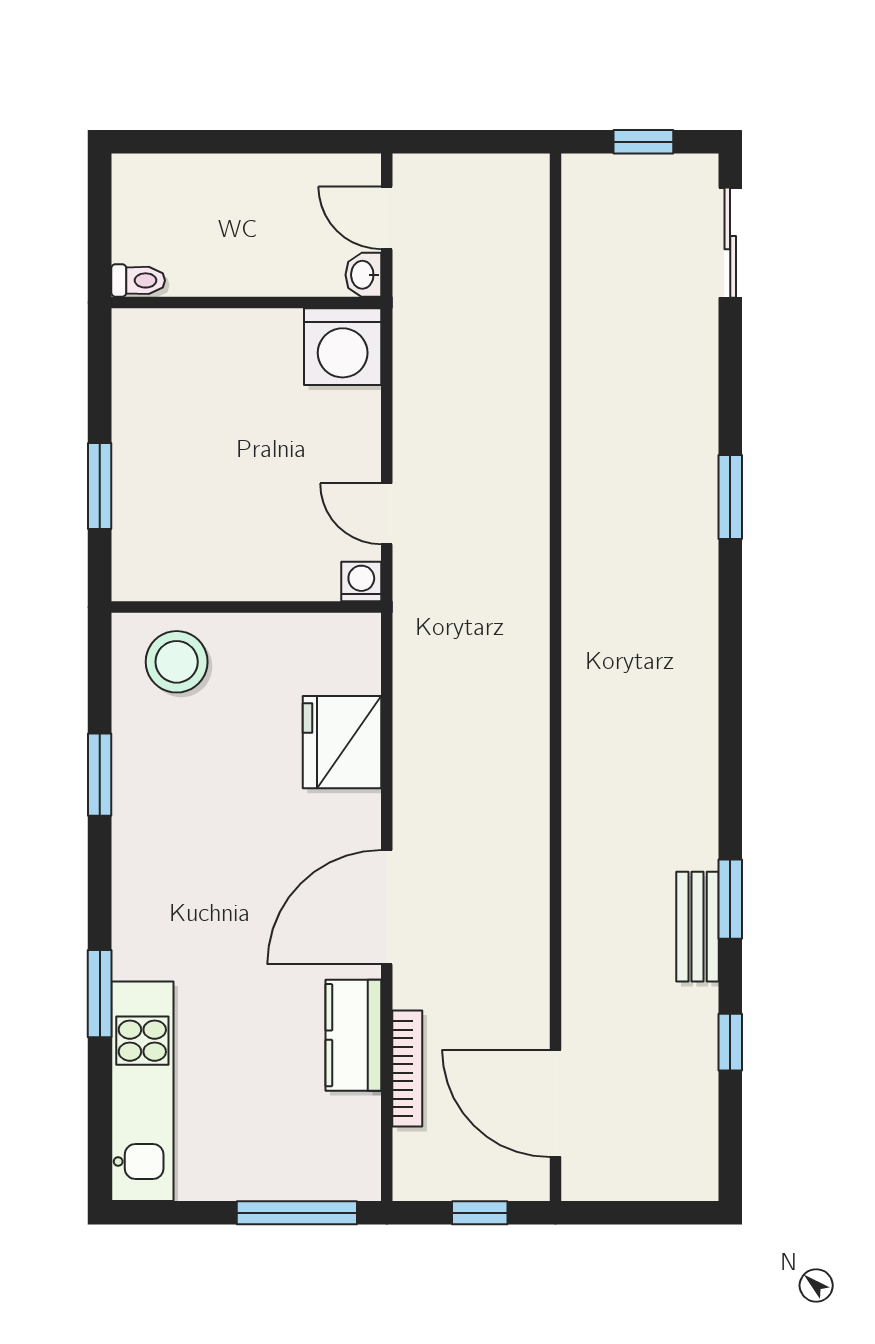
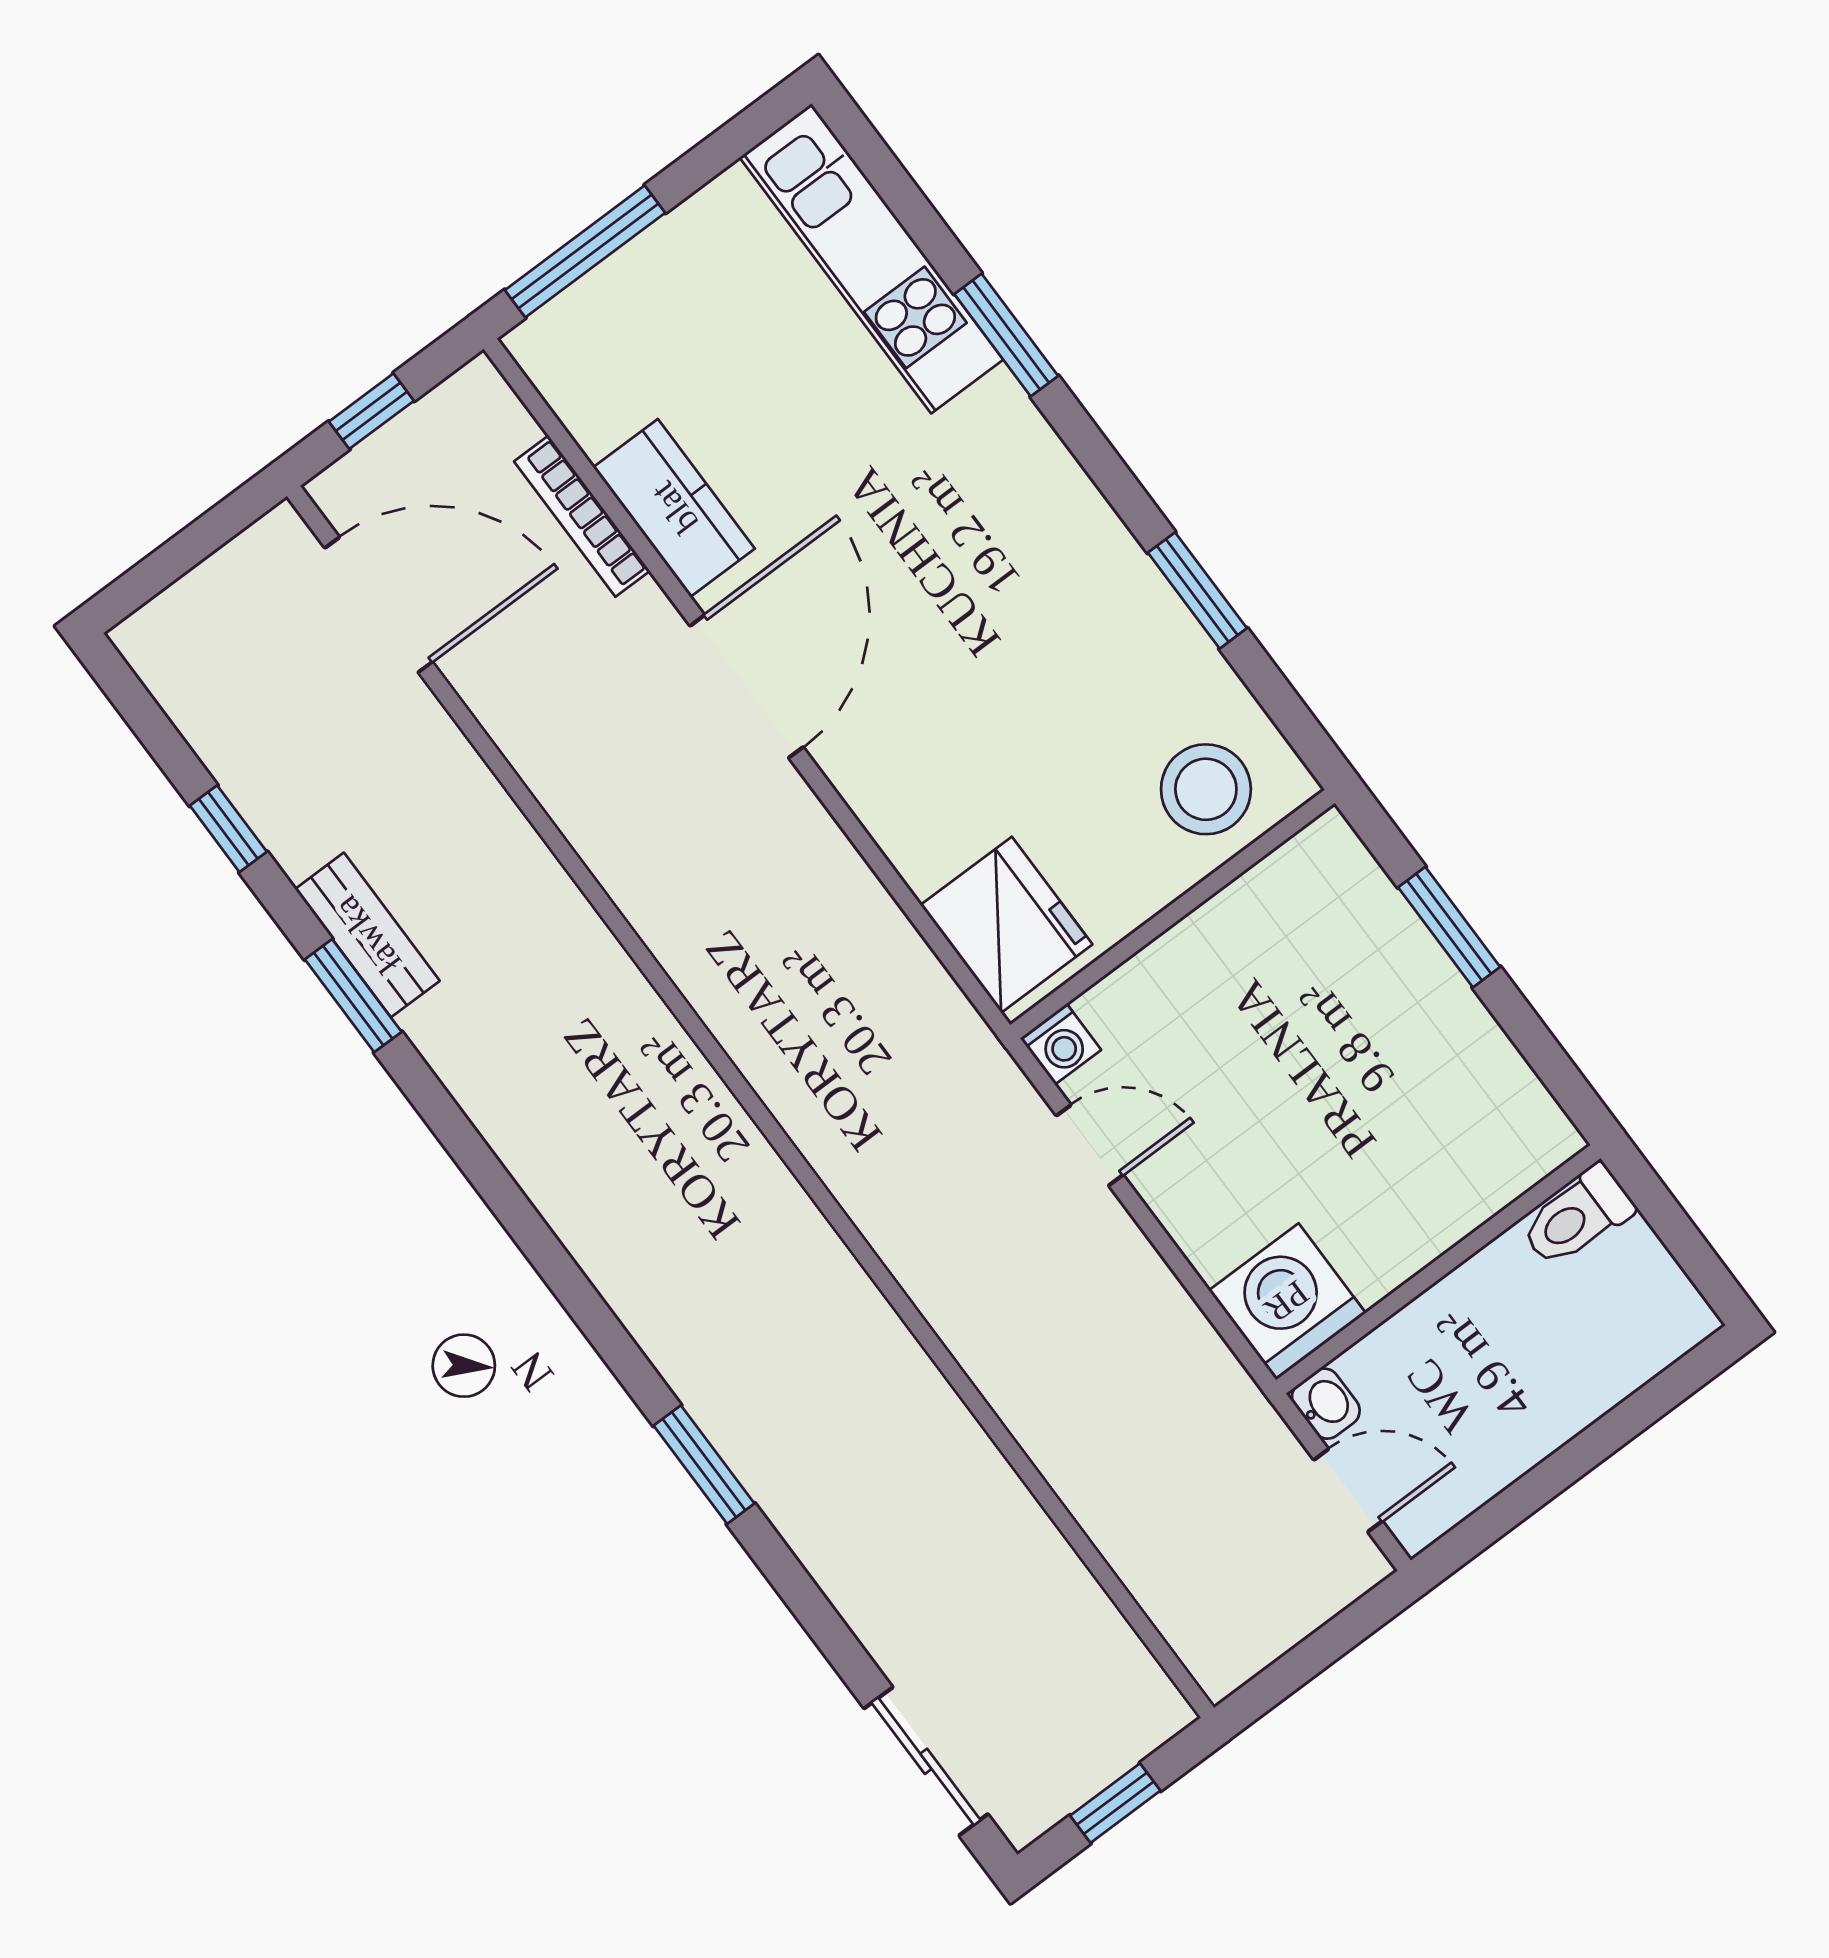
toilet: (138, 280) -> (1577, 1217), width x1.37, depth x1.39
fridge: (342, 742) -> (1006, 925), moved

